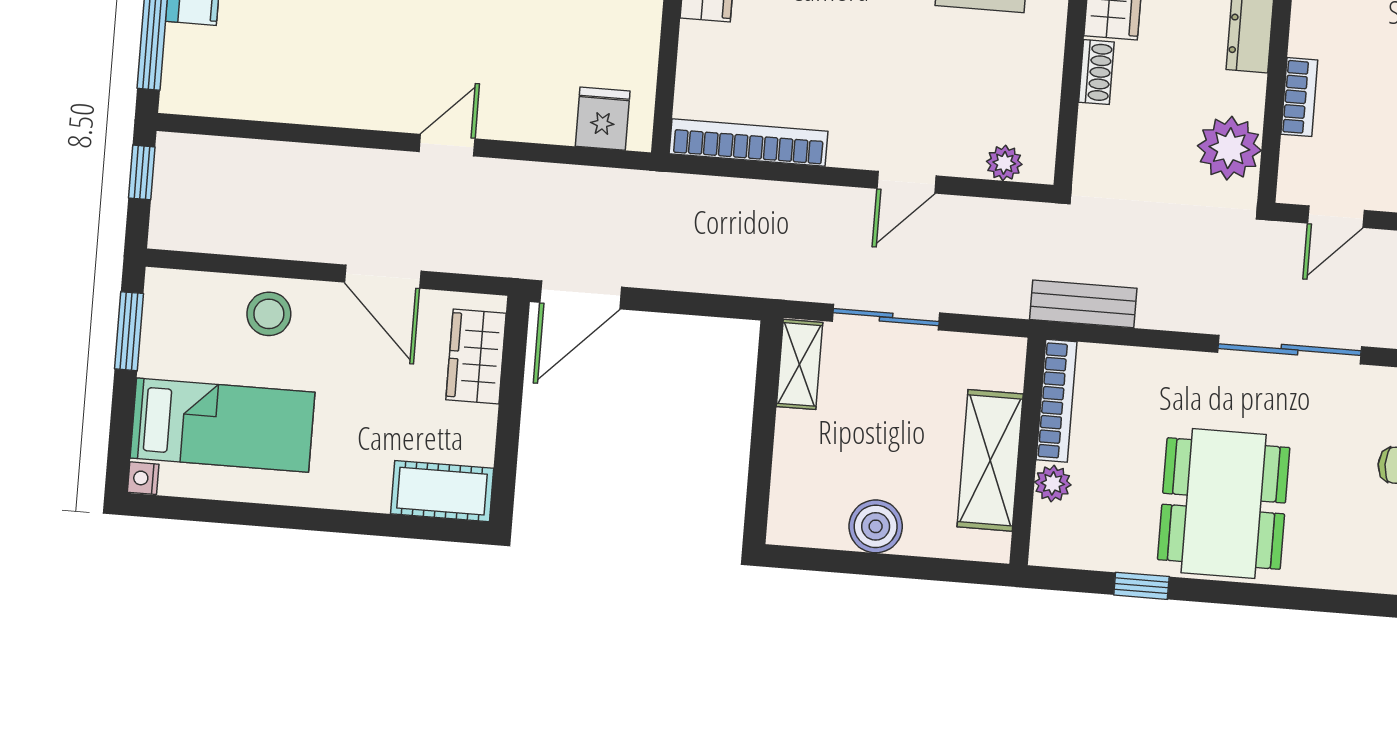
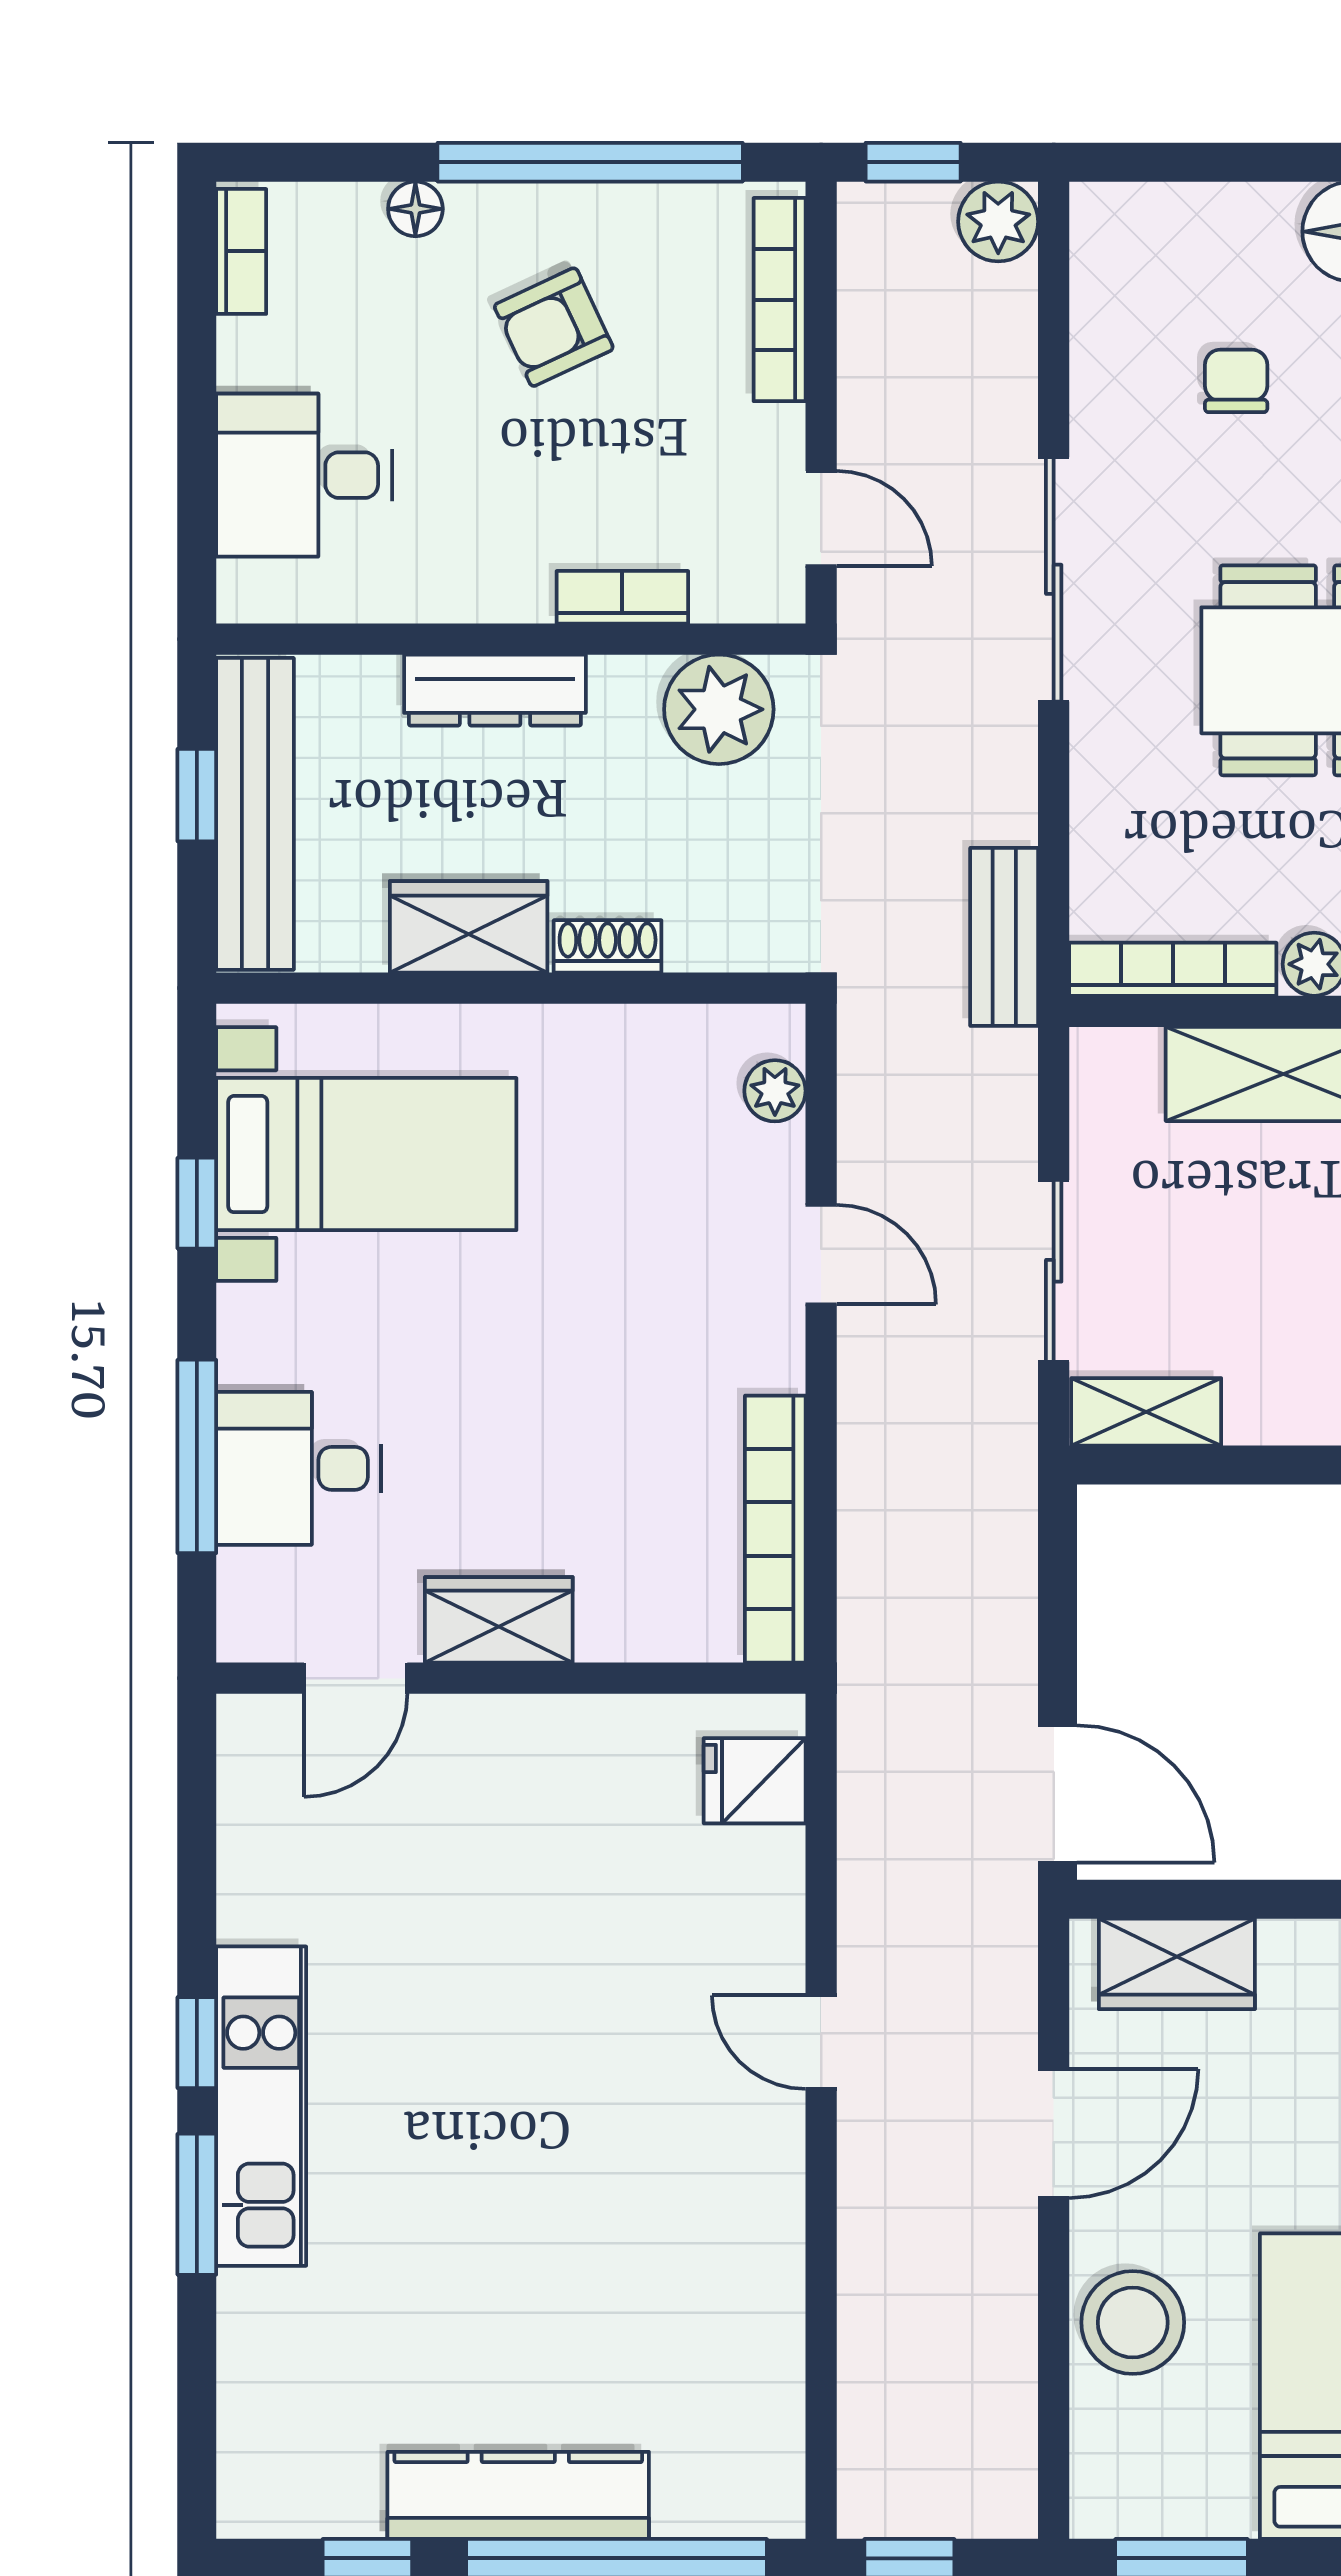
stool: (269, 314) -> (1133, 2322), width x1.38, depth x1.38

